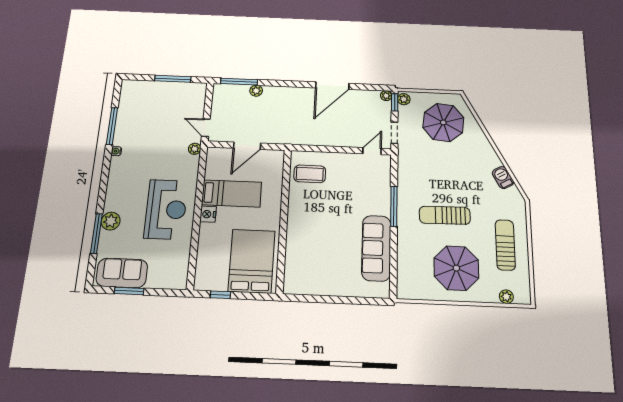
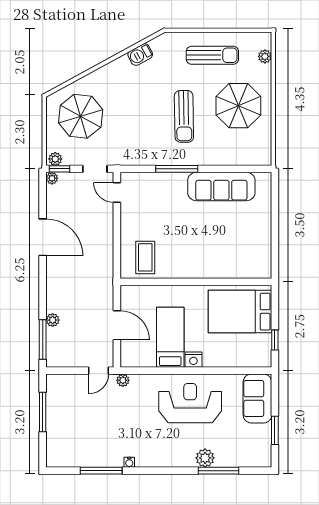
sun lounger: (505, 245) -> (212, 55), turned 180
sofa: (122, 273) -> (257, 399), moved

